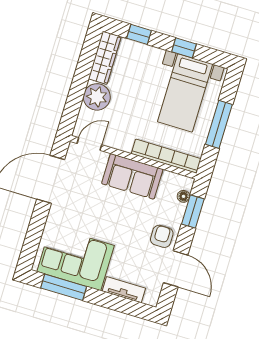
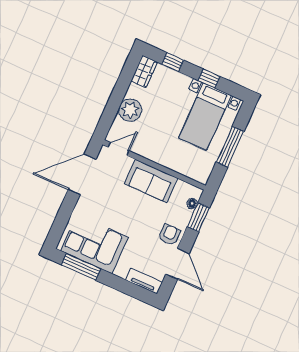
wardrobe: (105, 58) -> (144, 71), width x0.67
bookcase: (166, 156) -> (182, 168), removed
tv unit: (124, 290) -> (144, 281), moved

